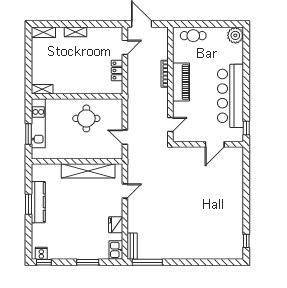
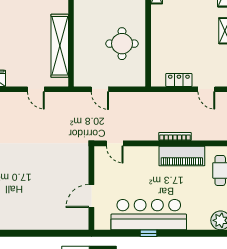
piano: (181, 82) -> (182, 156), moved
window: (246, 128) -> (148, 233), moved
door: (125, 137) -> (100, 89), swing flipped
door: (215, 144) -> (91, 196), hinge flipped

